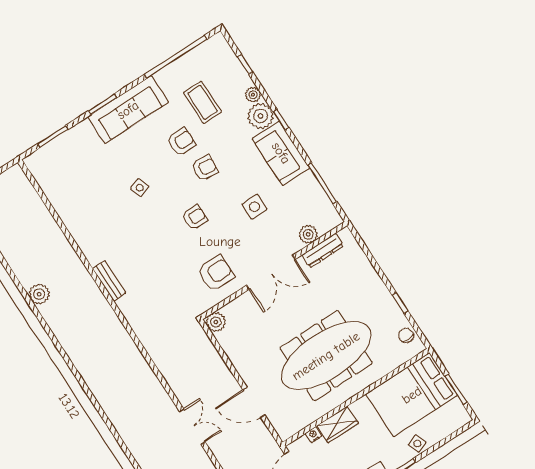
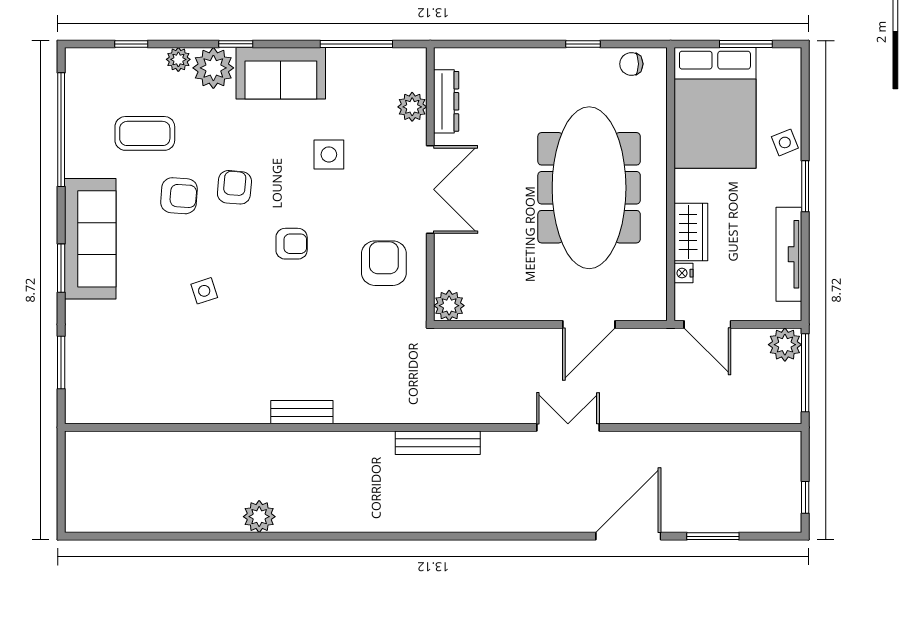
armchair: (181, 142) -> (179, 196), turned 94
armchair: (195, 218) -> (292, 244), turned 90
bench: (140, 363) -> (438, 443), added

